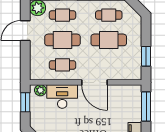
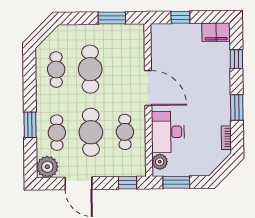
window: (25, 66) -> (128, 183), added
door: (94, 82) -> (148, 88), hinge flipped
window: (146, 107) -> (180, 17), width x0.46

